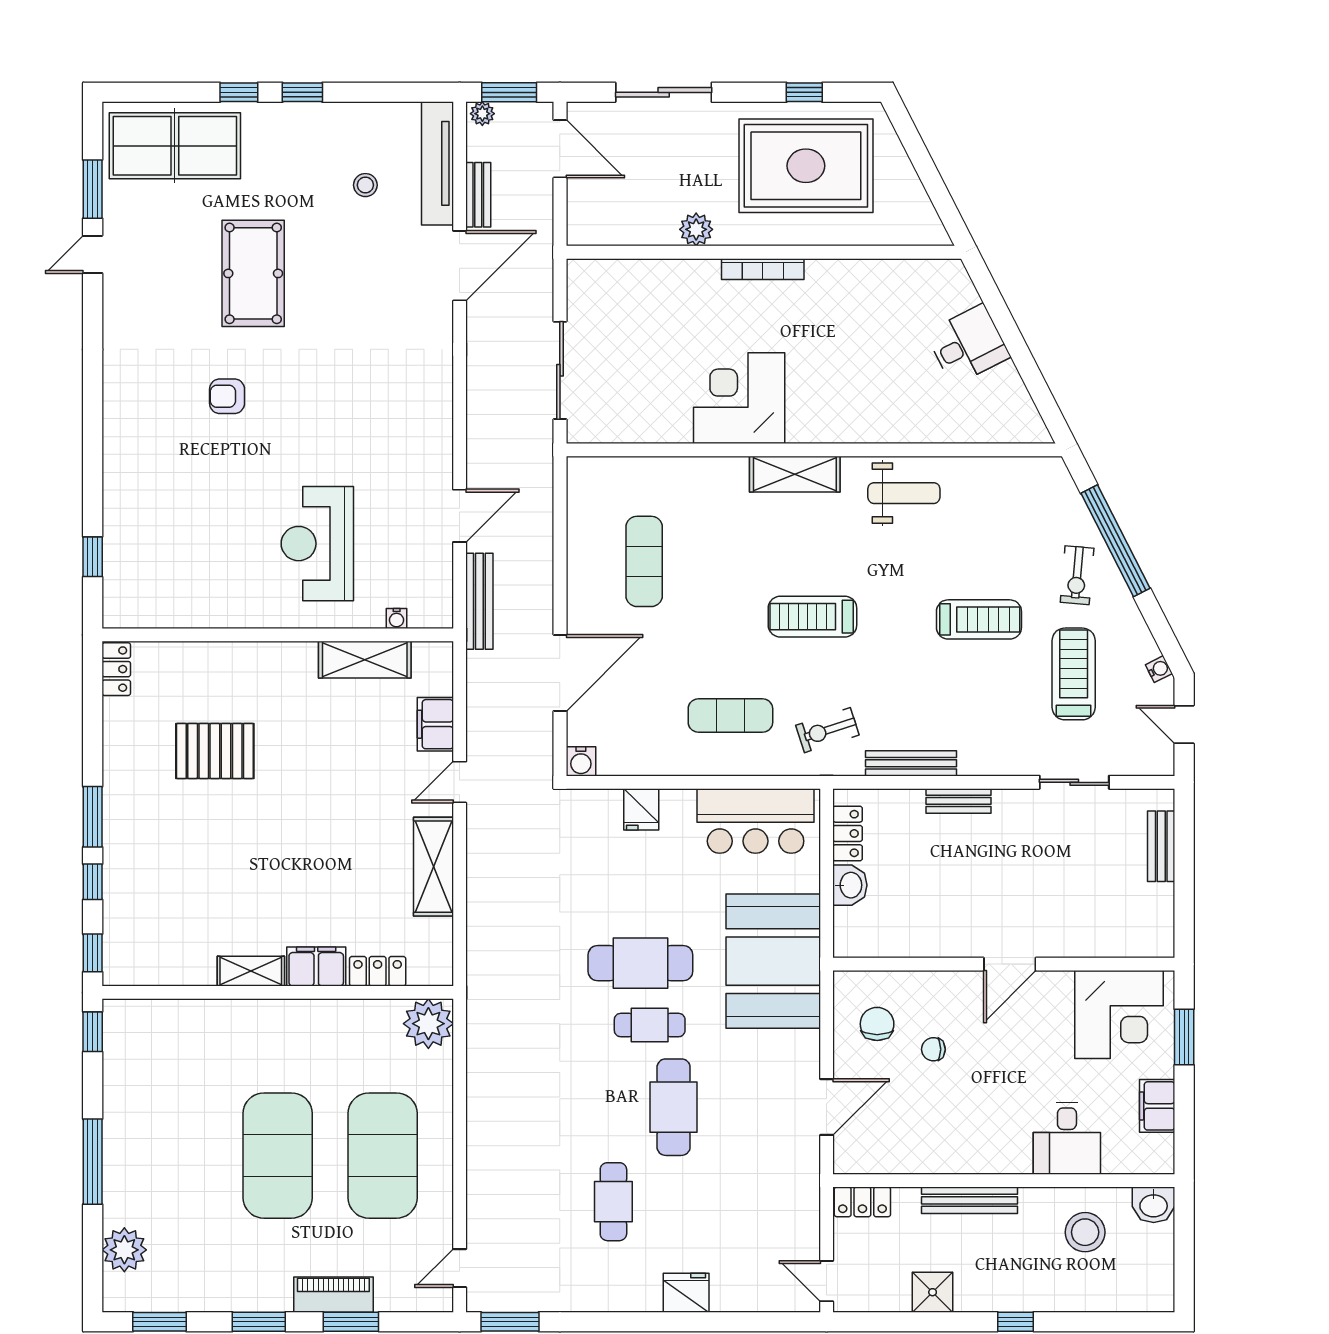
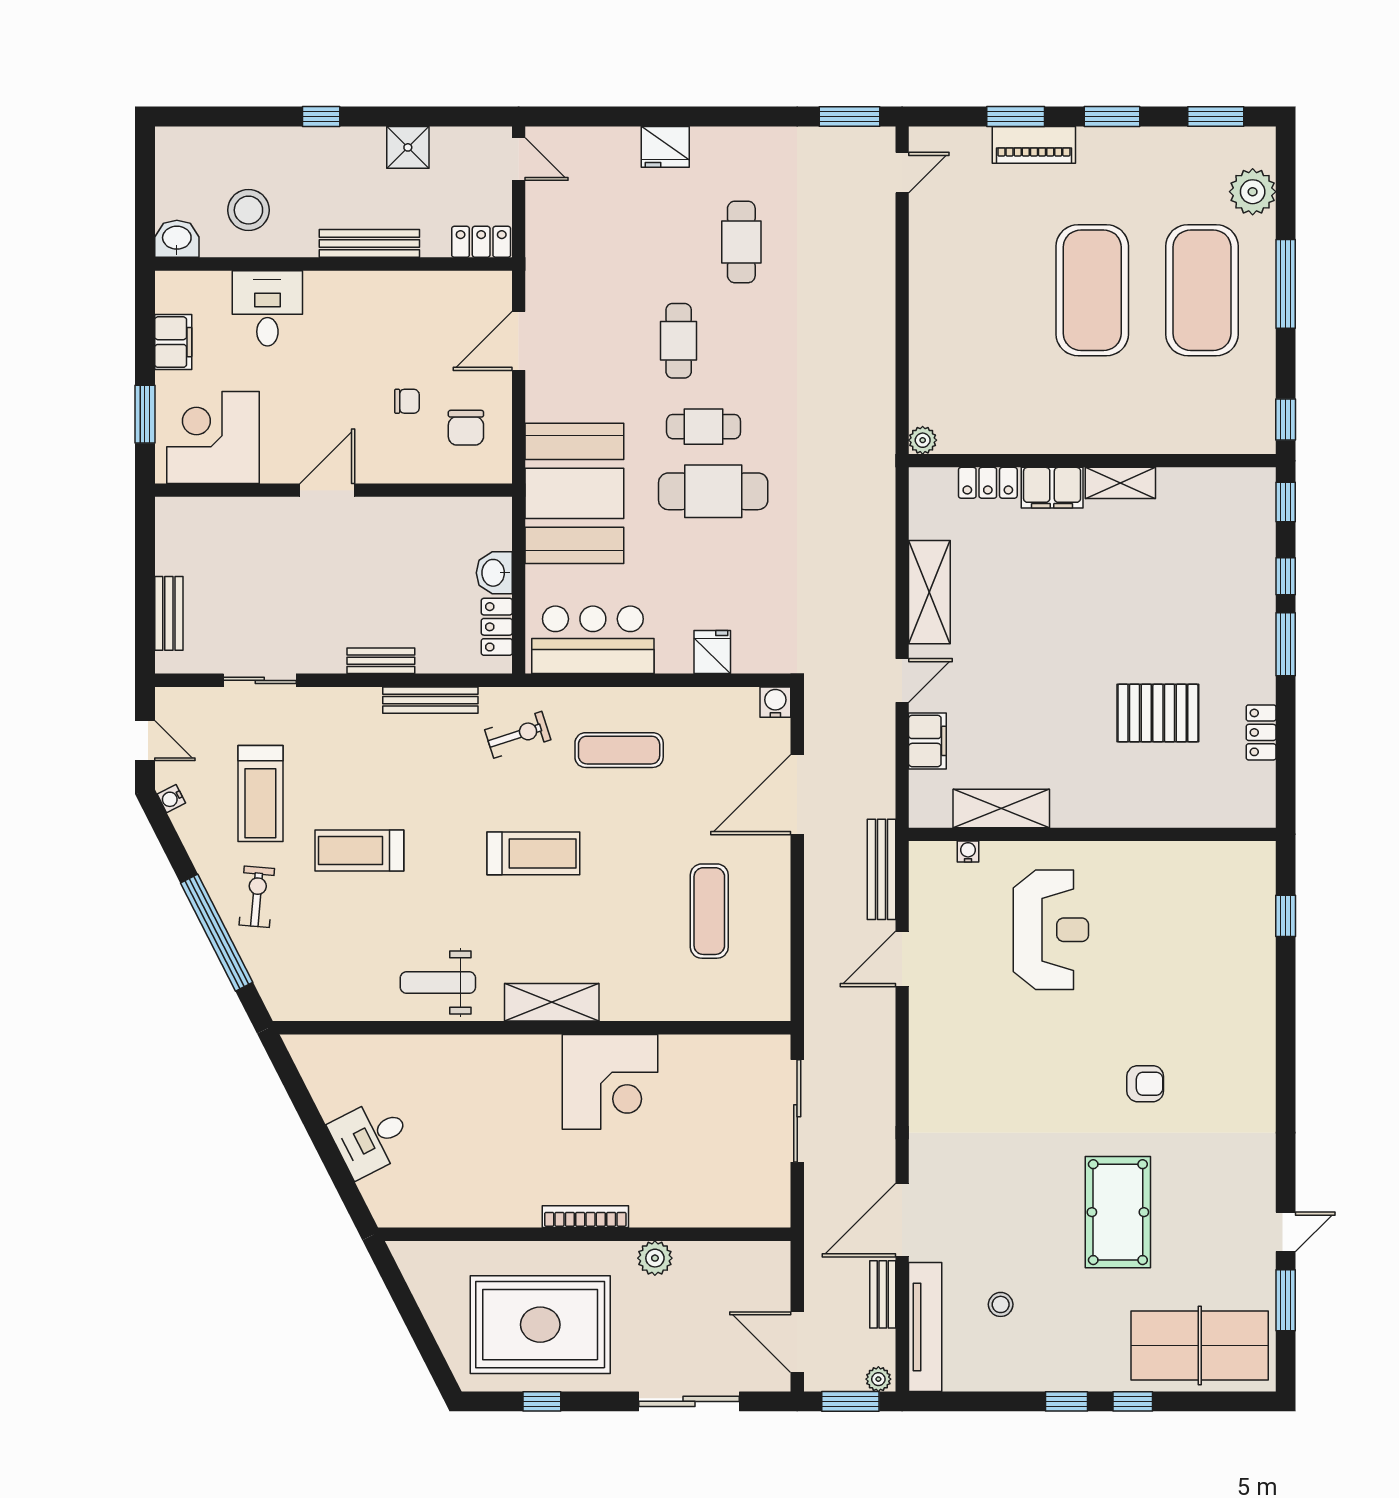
locker: (116, 669) -> (1261, 732), moved
plant: (428, 1024) -> (923, 440), width x0.53, depth x0.53
cafe table: (674, 1107) -> (679, 341), width x0.73, depth x0.74
exercise mat: (383, 1156) -> (1202, 290), moved

